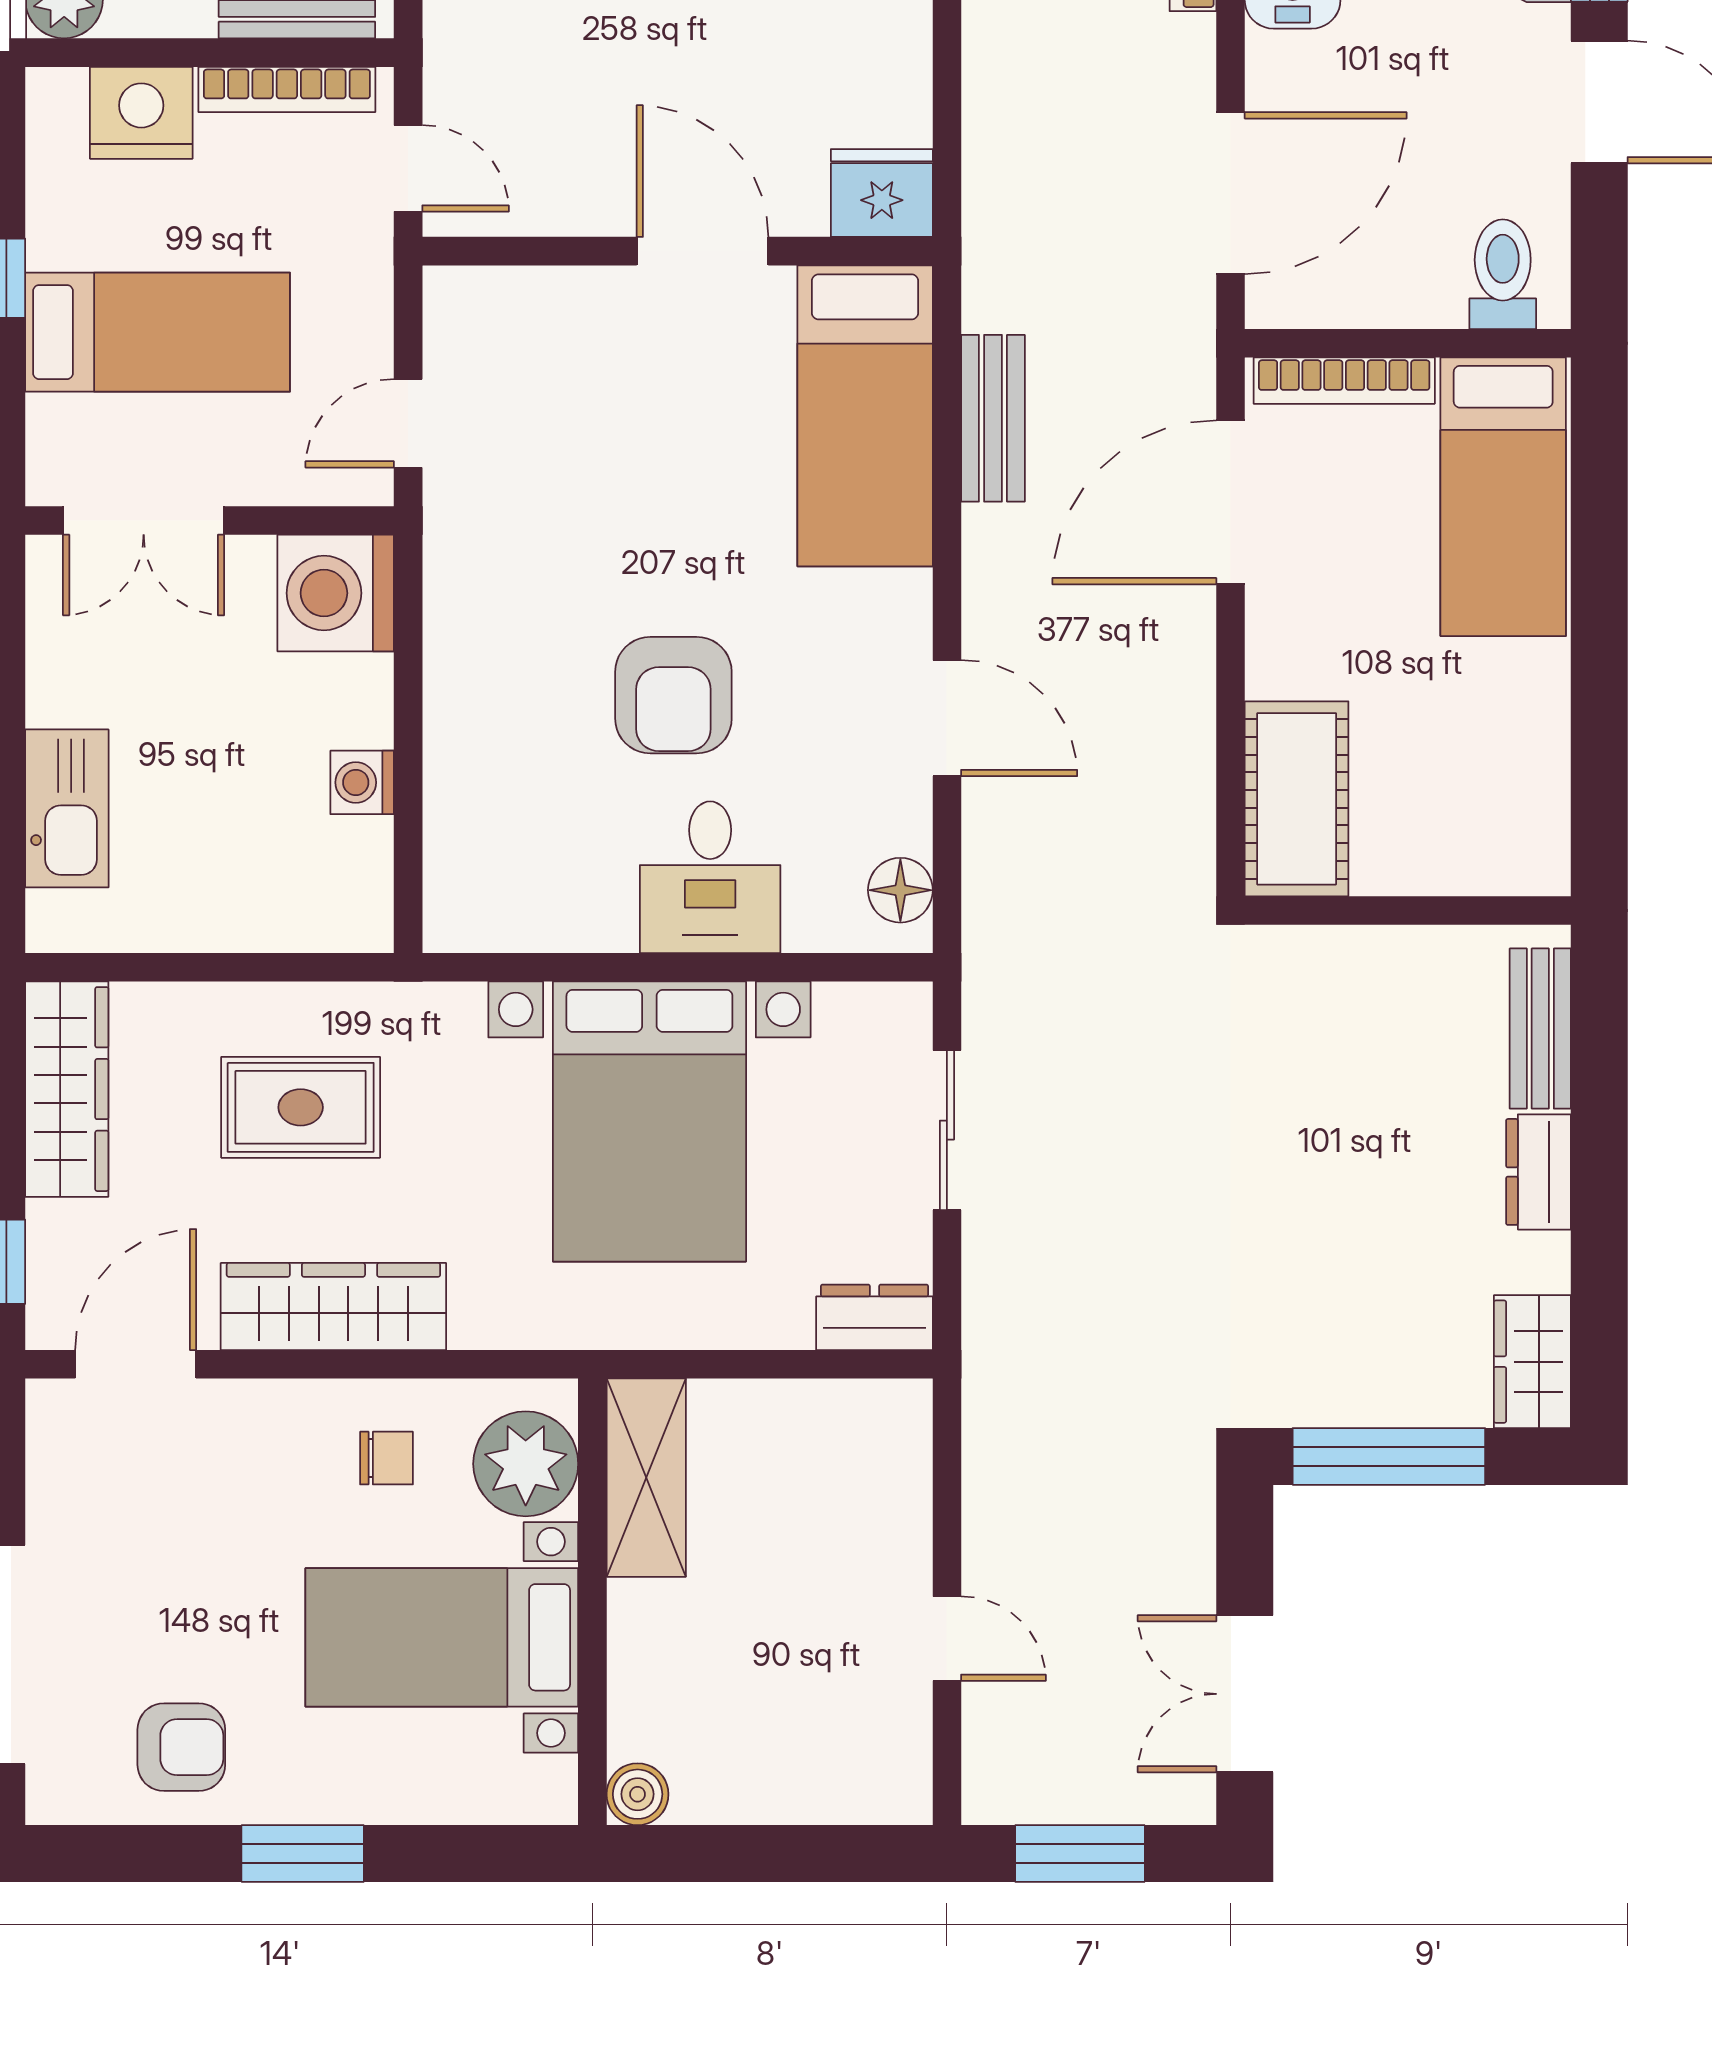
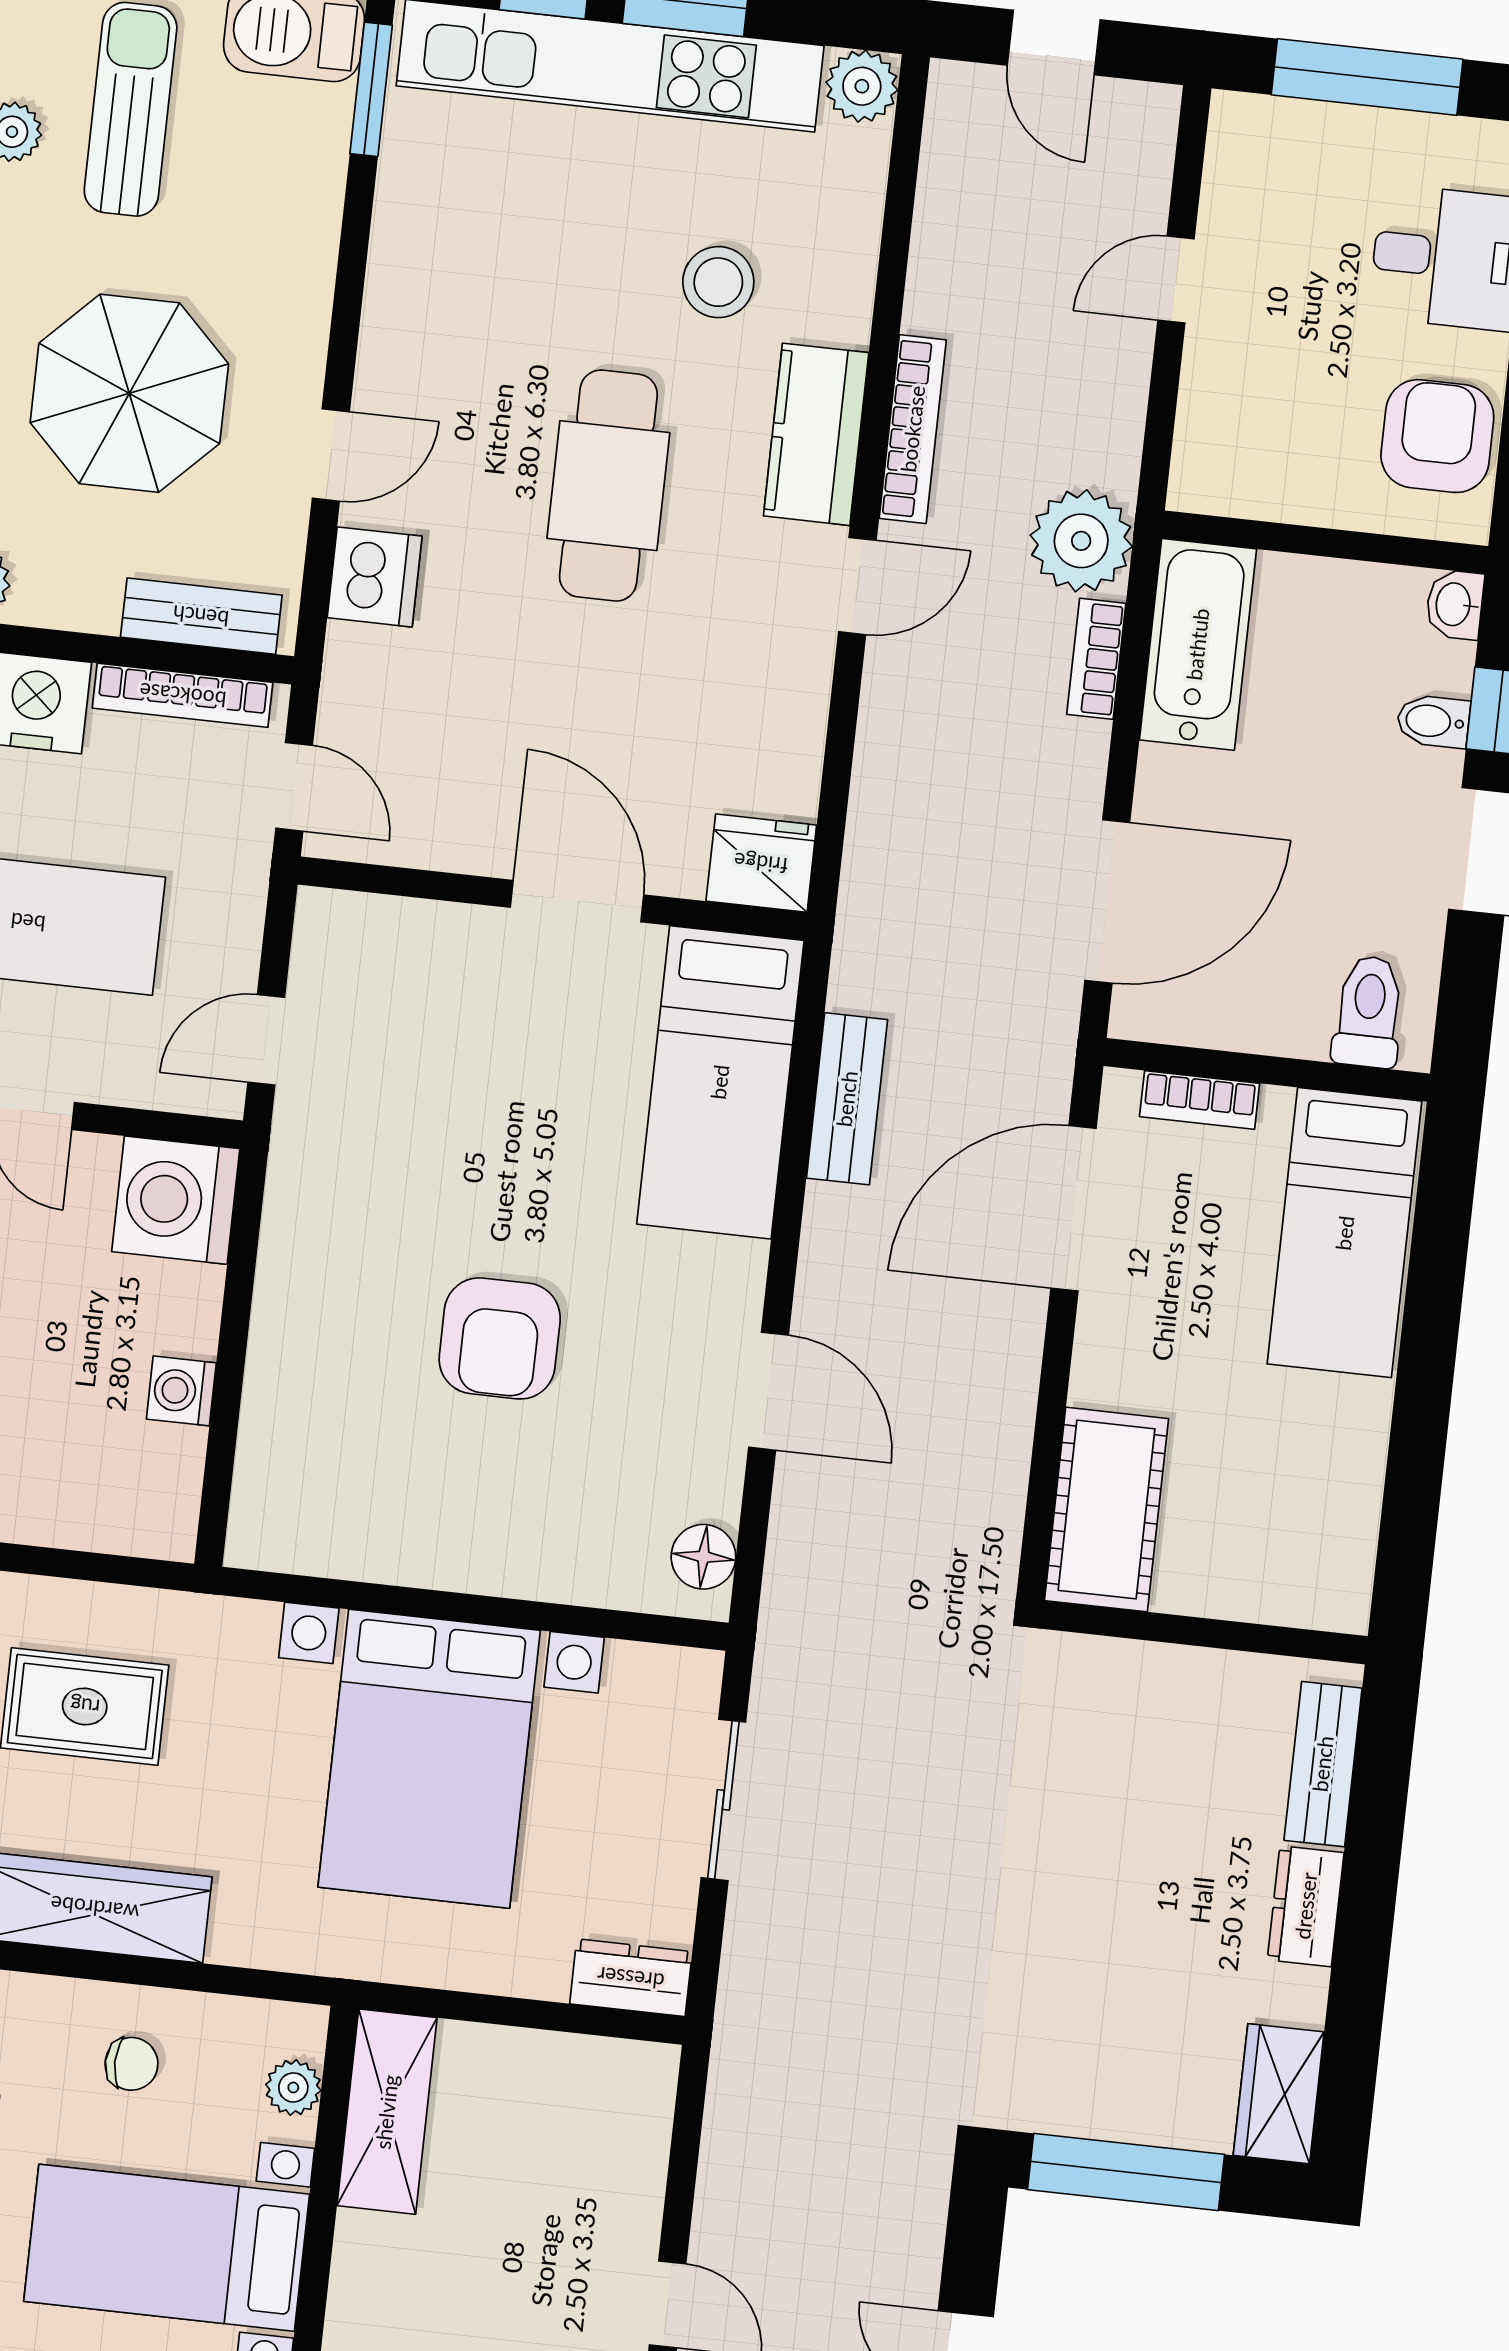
bookcase: (1344, 381) -> (1200, 1100), width x0.64
desk: (710, 877) -> (516, 1523), removed
plant: (526, 1464) -> (293, 2087), width x0.53, depth x0.53

